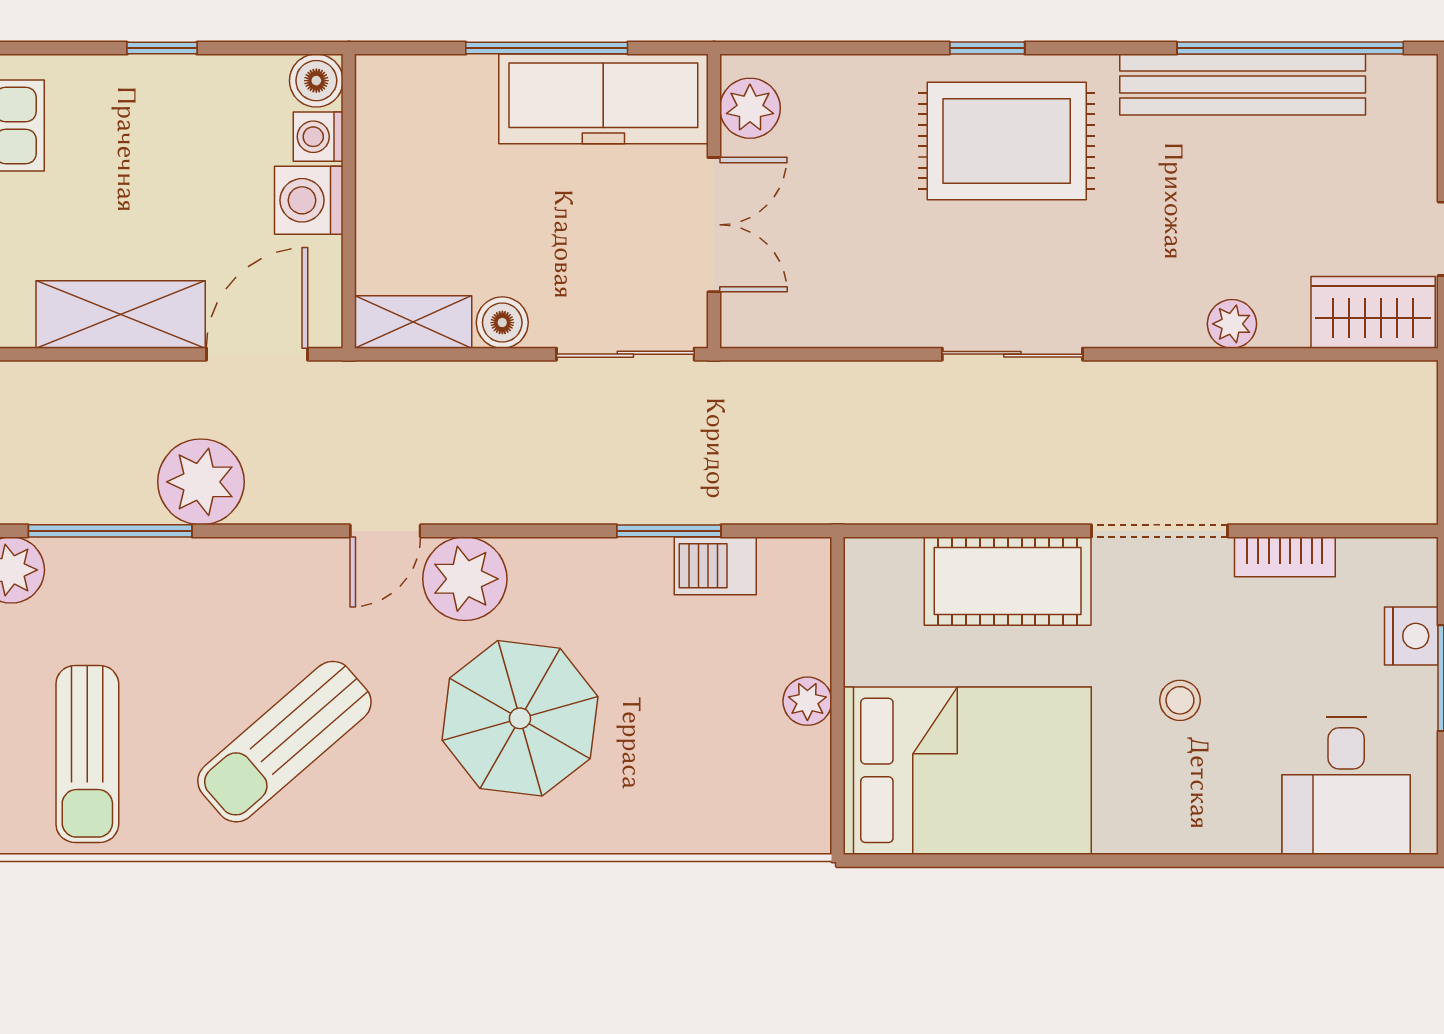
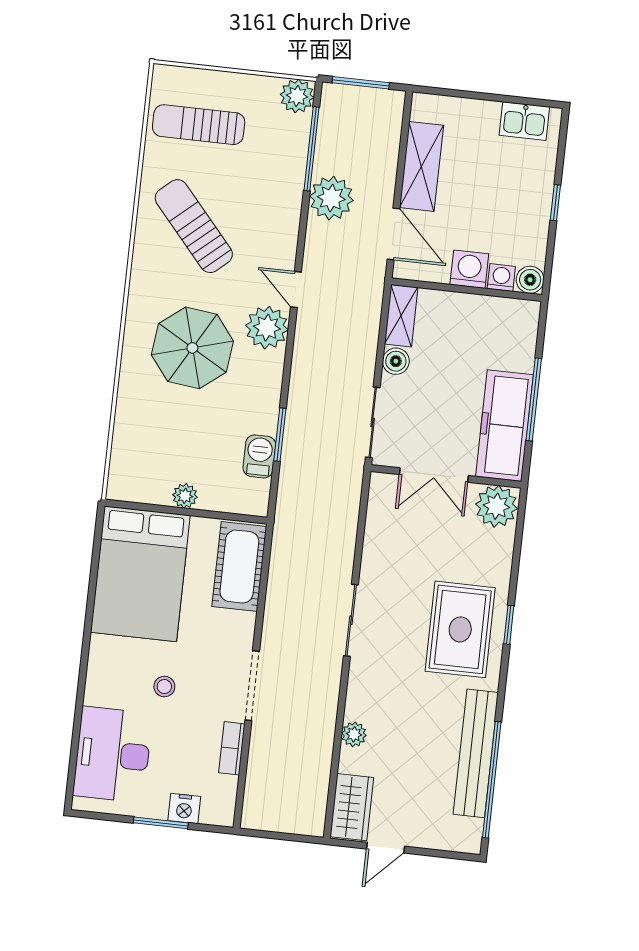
plant: (750, 108) -> (496, 506), width x1.36, depth x1.36
cot: (1008, 581) -> (239, 567), moved
desk: (1346, 786) -> (113, 754), width x1.37

